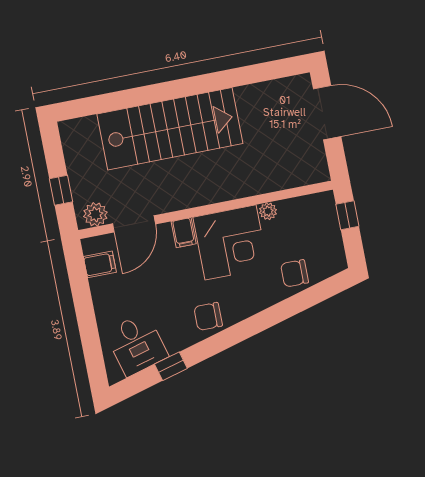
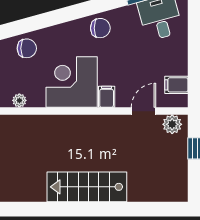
stairs: (170, 129) -> (87, 187), width x0.73, depth x0.66
plant: (268, 211) -> (19, 100), moved
door: (134, 224) -> (144, 111), width x0.73

